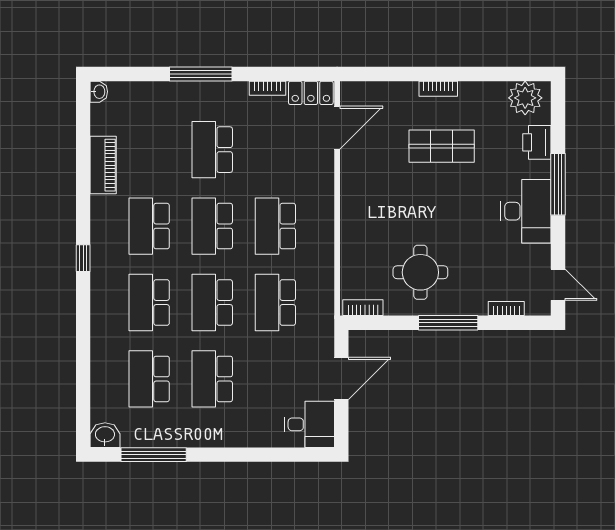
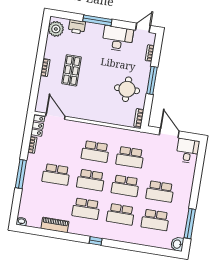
desk: (526, 211) -> (118, 39), moved

